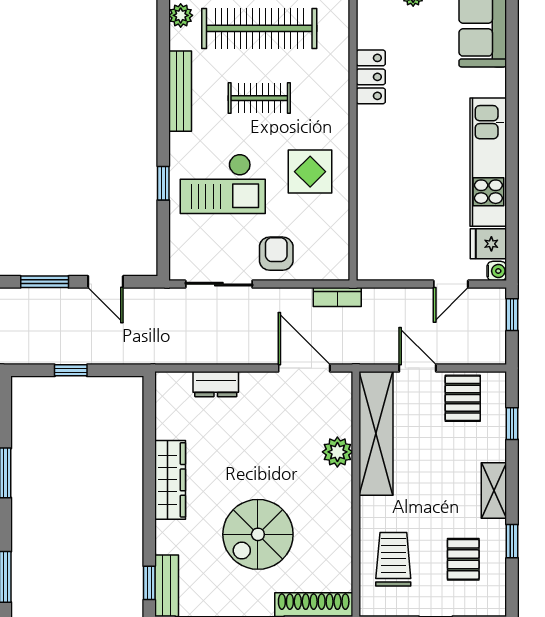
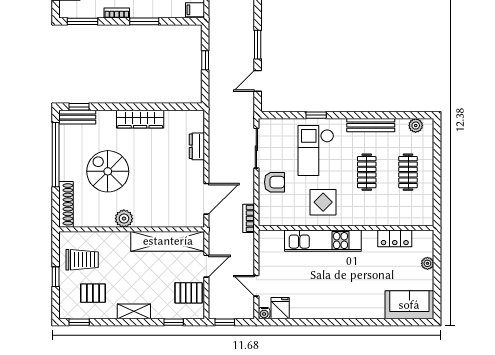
clothes rail: (259, 28) -> (408, 172), width x0.54, depth x0.76
locker: (371, 77) -> (395, 238), moved
kitchen unit: (488, 162) -> (323, 241), moved, turned 180
window: (512, 315) -> (225, 322), moved
plant: (337, 452) -> (124, 219), moved
window: (512, 541) -> (79, 322), moved
trolley: (393, 559) -> (82, 260), moved

